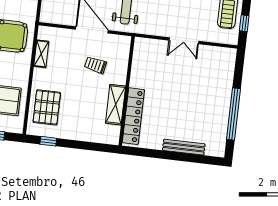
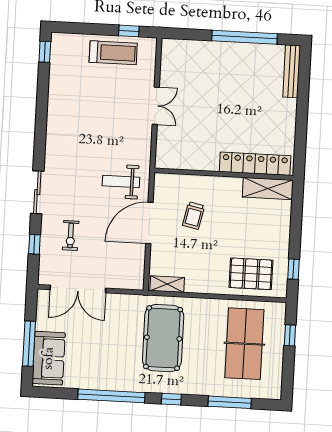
shelving: (41, 54) -> (167, 284), moved
shelving: (116, 105) -> (268, 188), moved
bench: (184, 147) -> (292, 71), moved

